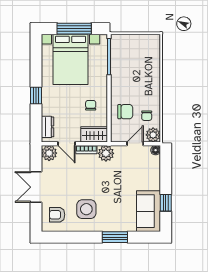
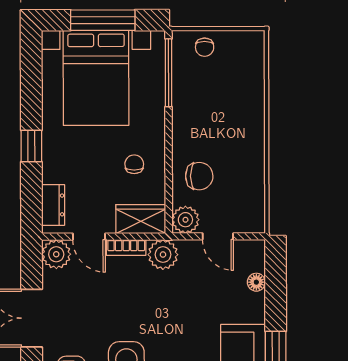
chair: (147, 116) -> (205, 47), moved
plant: (153, 135) -> (185, 220), moved
door: (135, 144) -> (218, 236), swing flipped
floor lamp: (156, 150) -> (256, 282), moved

